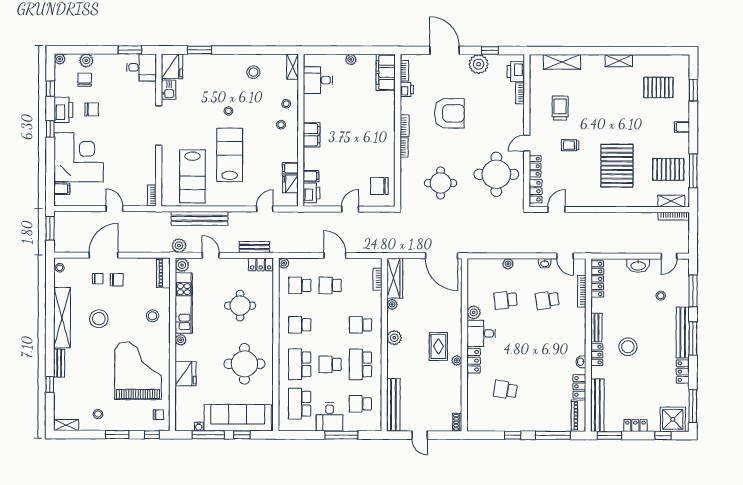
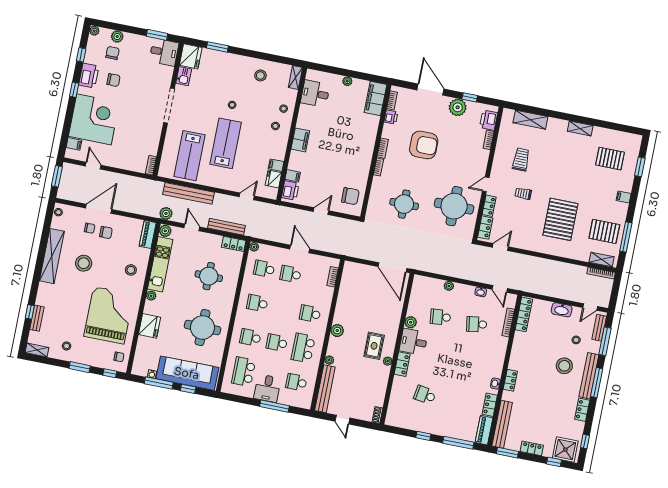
chair: (379, 186) -> (350, 196), turned 180
door: (114, 209) -> (93, 166), moved
bench: (254, 247) -> (226, 227), width x1.36
wardrobe: (395, 278) -> (348, 279), removed
plant: (392, 304) -> (329, 360), moved
bench: (596, 328) -> (599, 328), moved
stool: (628, 347) -> (564, 366), moved
bench: (59, 363) -> (37, 318), moved
school desk: (300, 364) -> (250, 337), width x0.54
window: (693, 406) -> (585, 441), width x0.46

